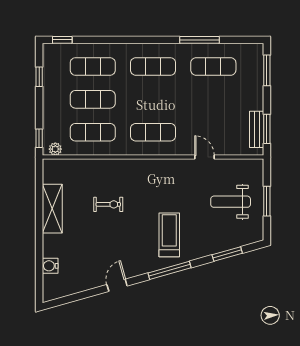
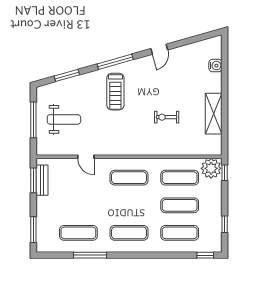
plant: (55, 149) -> (211, 168), width x1.88, depth x1.88
window: (267, 201) -> (33, 120), width x1.44

